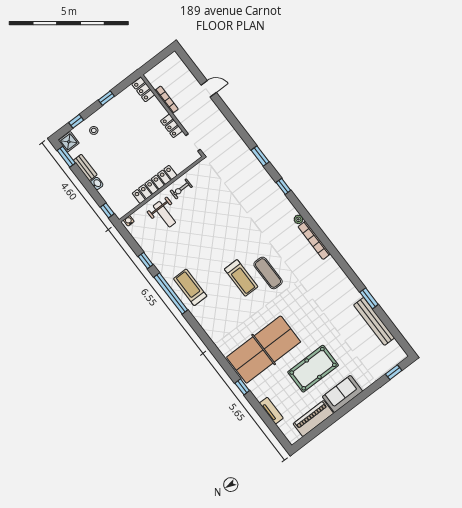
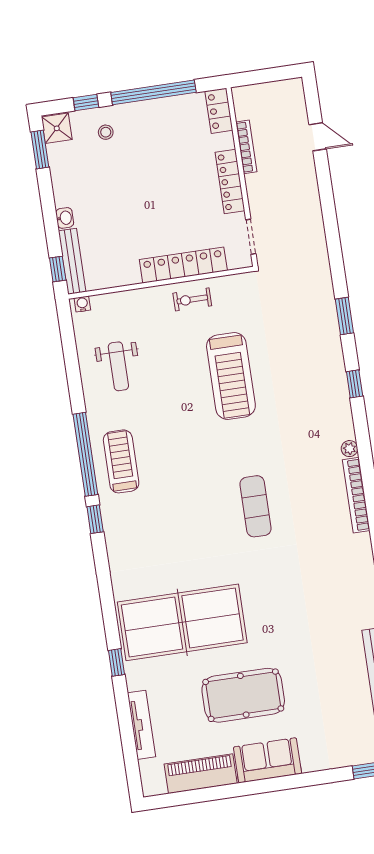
door: (209, 89) -> (318, 137), moved
window: (106, 98) -> (153, 92), width x3.17
locker: (171, 126) -> (230, 182), width x1.53
bench: (85, 167) -> (72, 261), moved, width x1.36
locker: (155, 184) -> (183, 265), moved
weight bench: (164, 214) -> (118, 366), moved
window: (146, 260) -> (95, 519), moved
treadmill: (241, 278) -> (231, 376), moved, width x1.37, depth x1.38
tv unit: (271, 411) -> (141, 725), width x1.41

